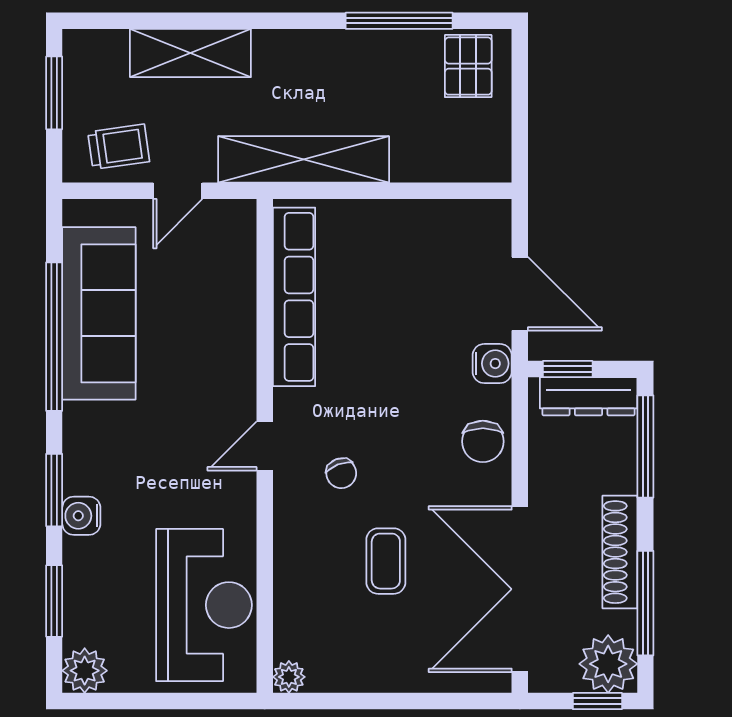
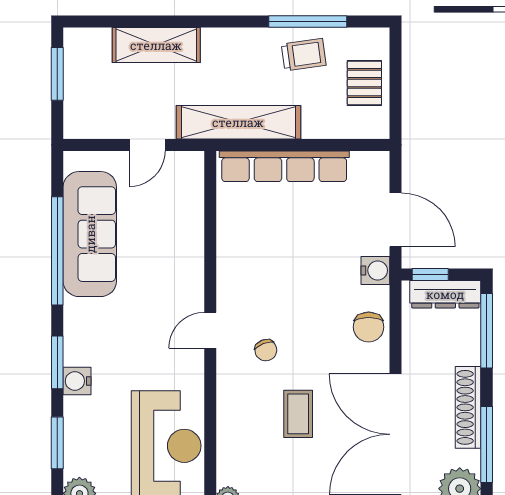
pallet: (468, 66) -> (364, 83), moved
trolley: (119, 147) -> (304, 55), moved
row of seats: (294, 297) -> (284, 166), moved, turned 90

